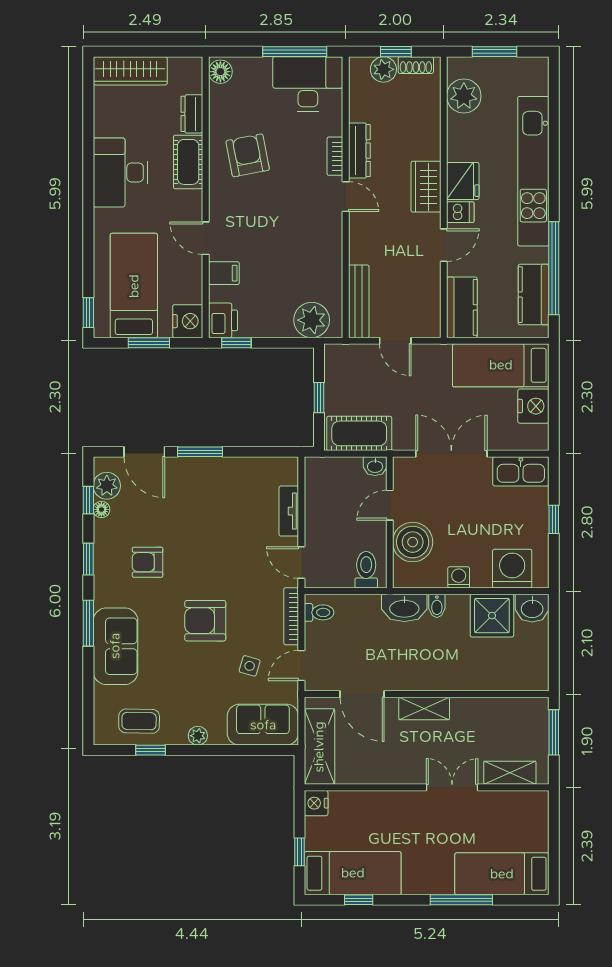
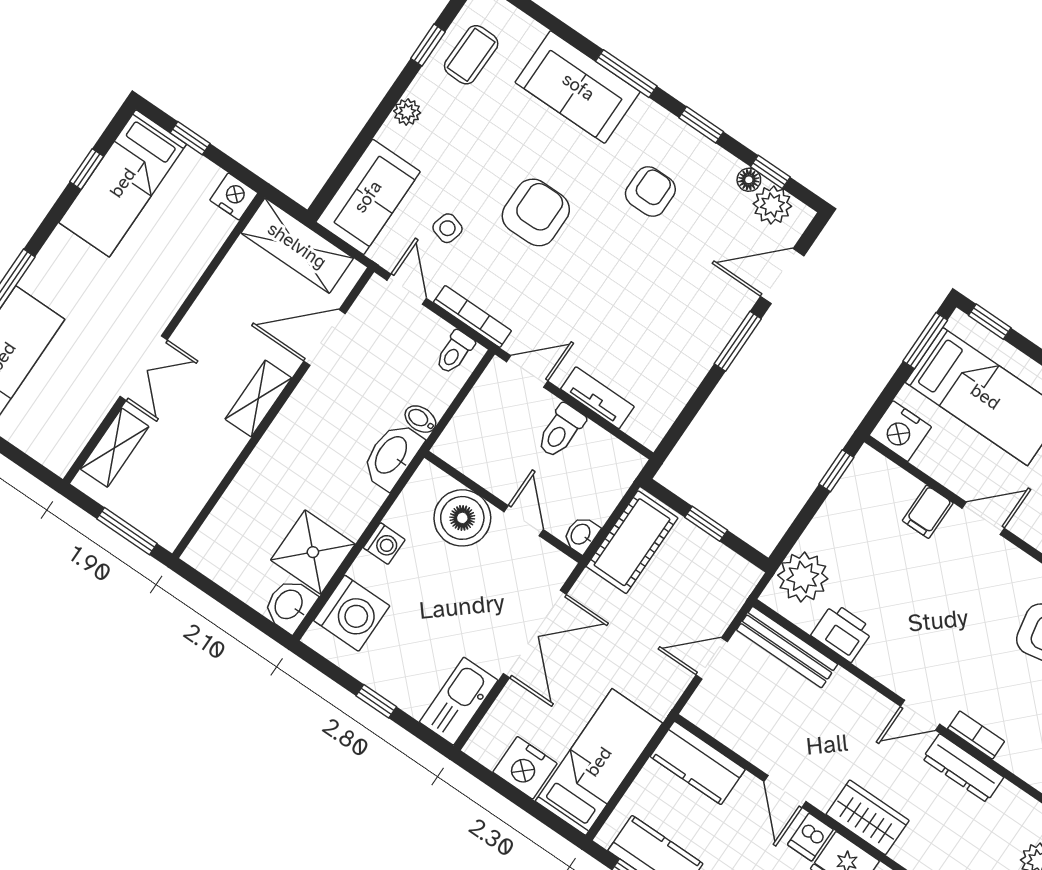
printer: (223, 320) -> (842, 632), moved, turned 180
window: (149, 343) -> (925, 341), moved
toilet: (366, 570) -> (561, 431), moved, turned 90
bidet: (437, 606) -> (420, 419), moved

